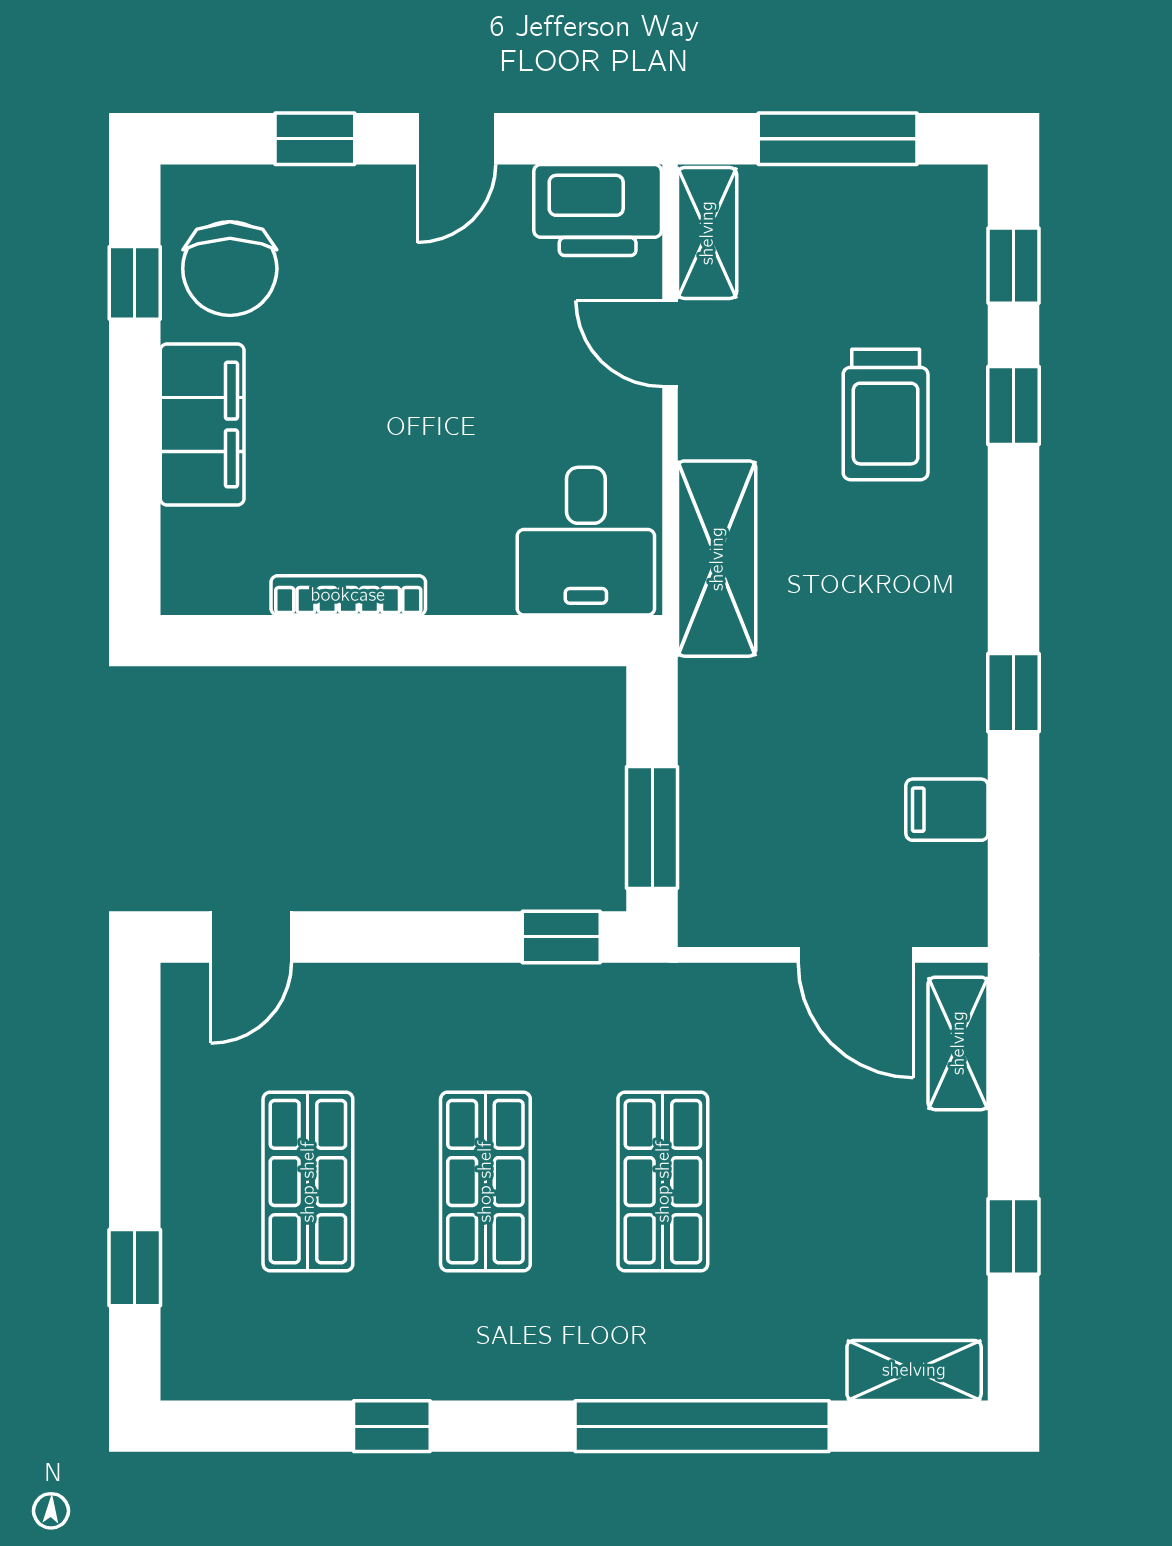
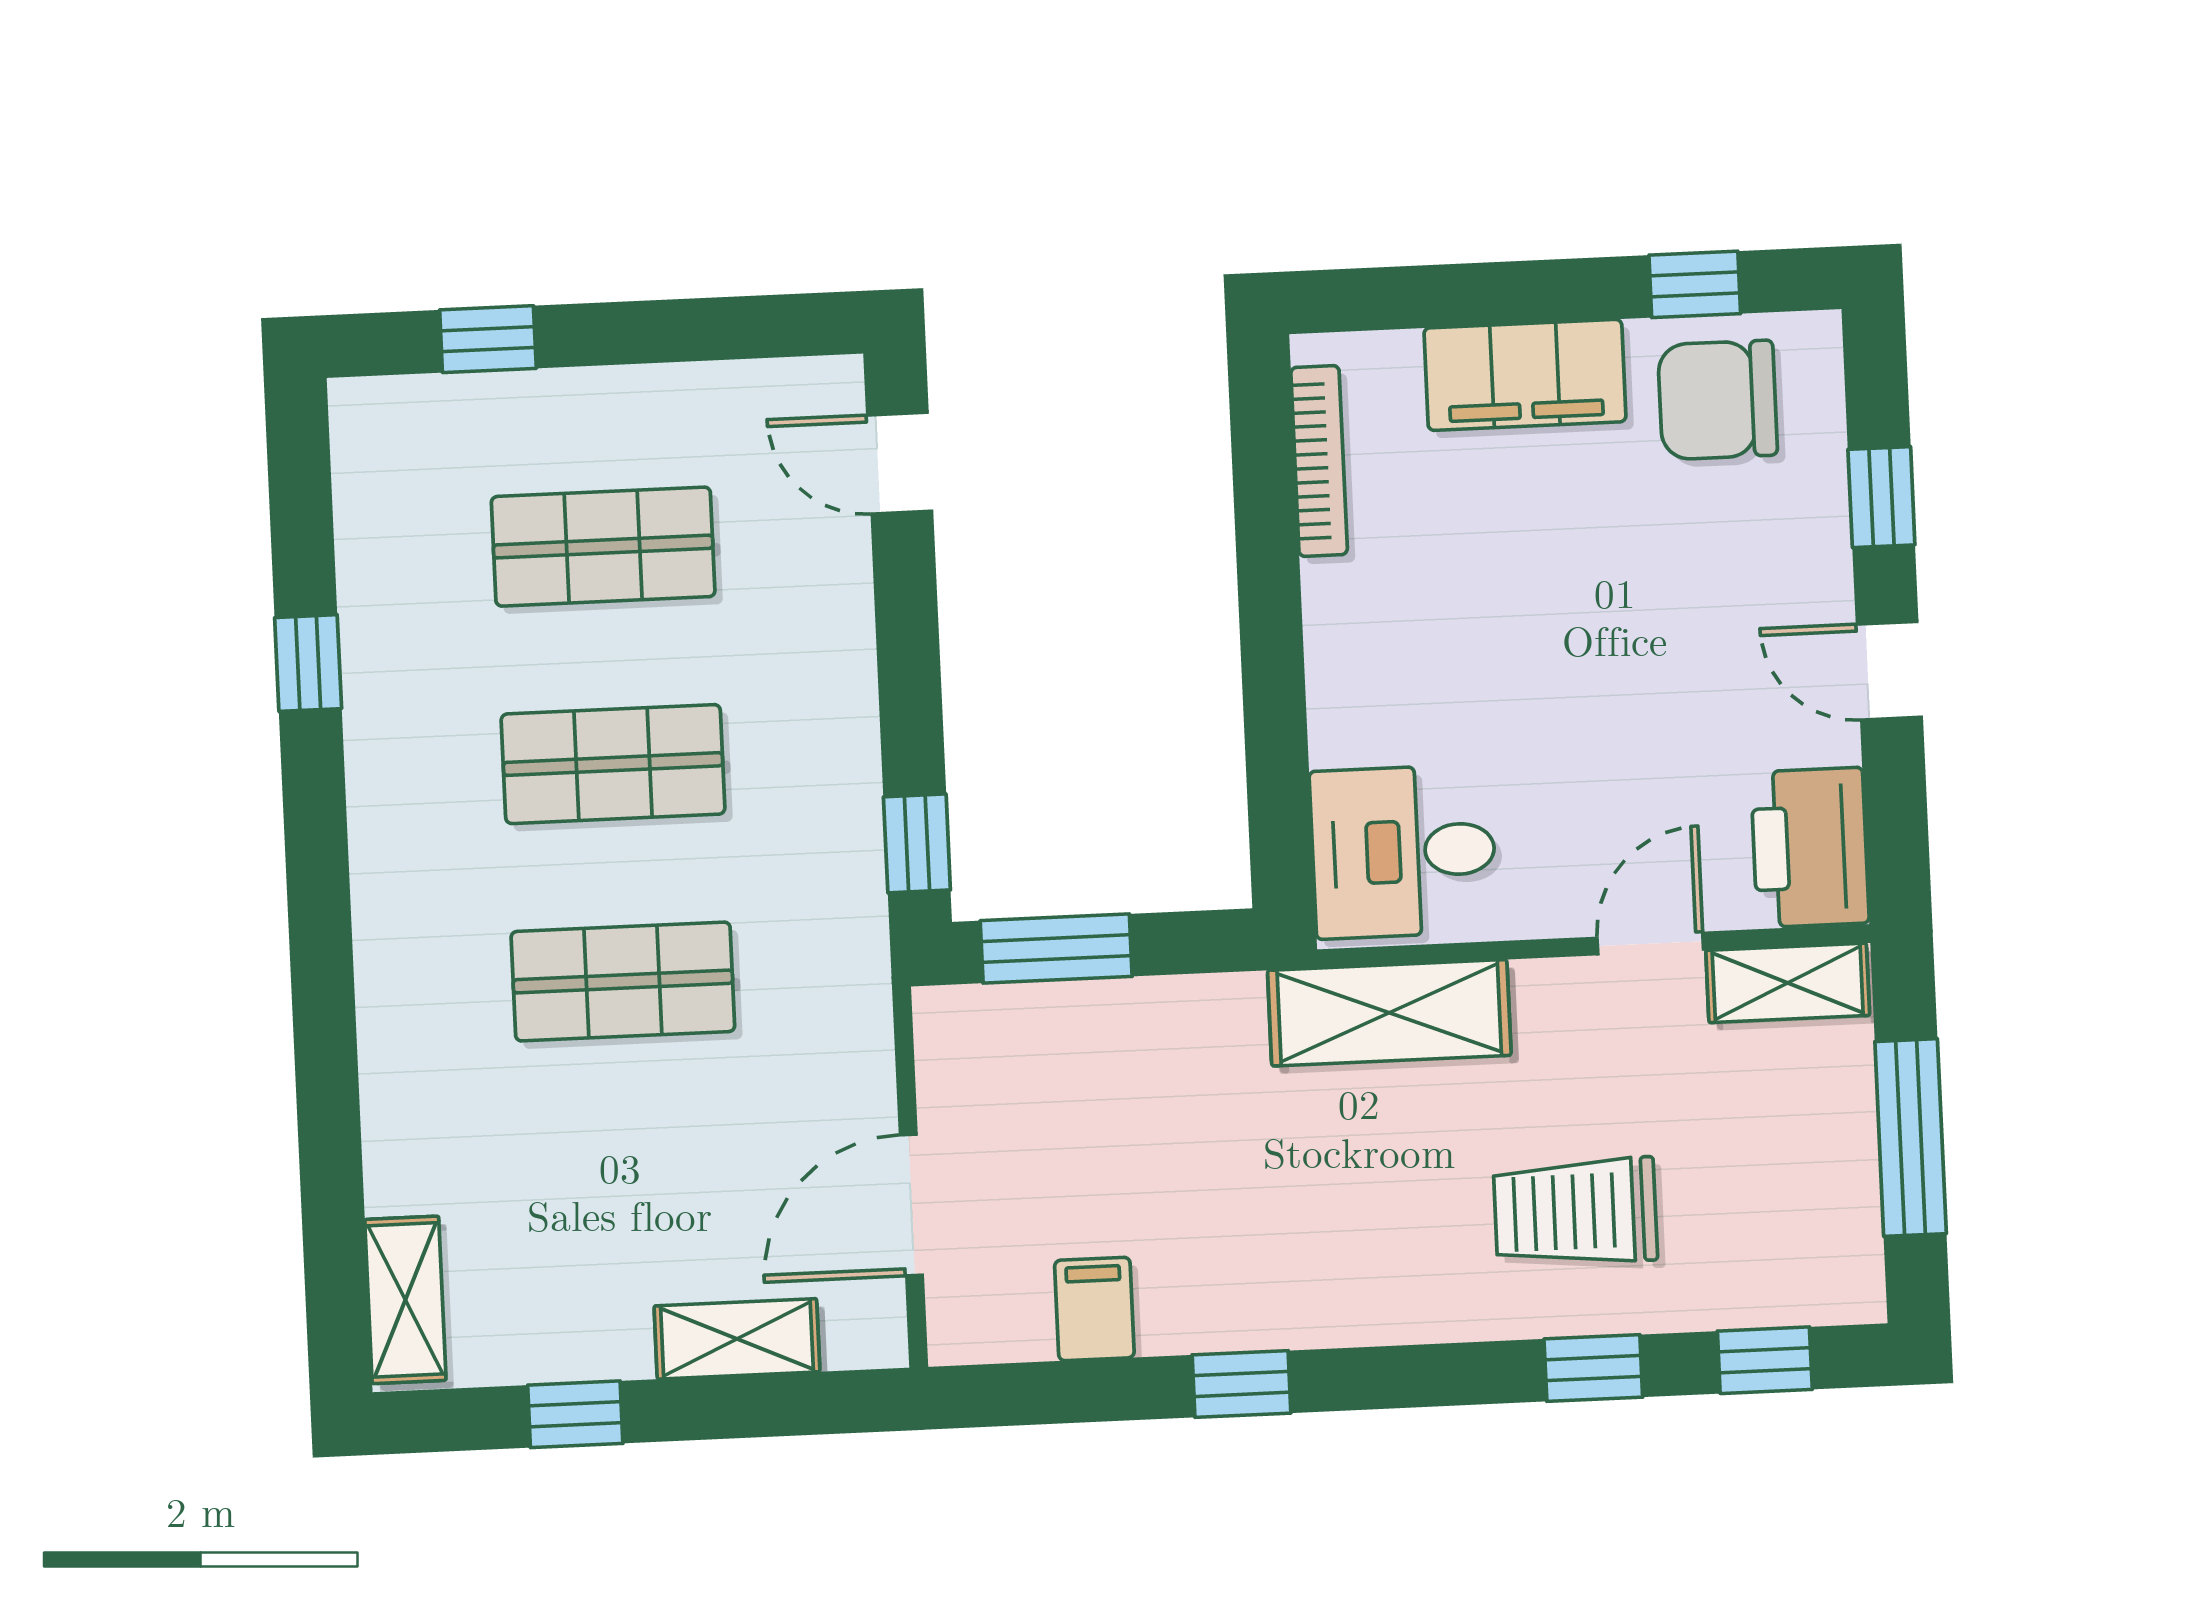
bookcase: (348, 595) -> (1319, 461), moved
shelving: (958, 1043) -> (737, 1339), moved
window: (702, 1426) -> (325, 1043), removed

